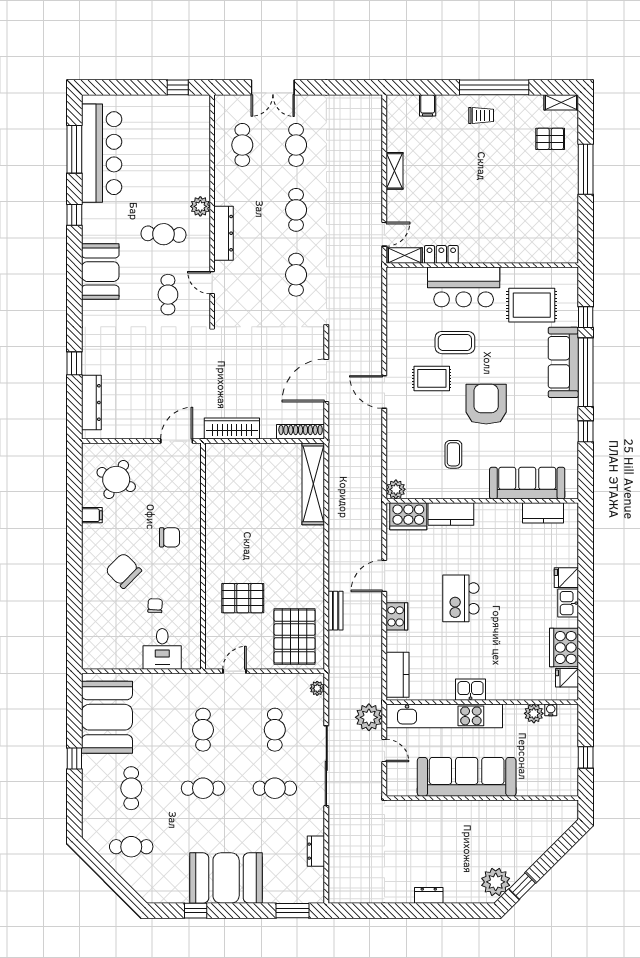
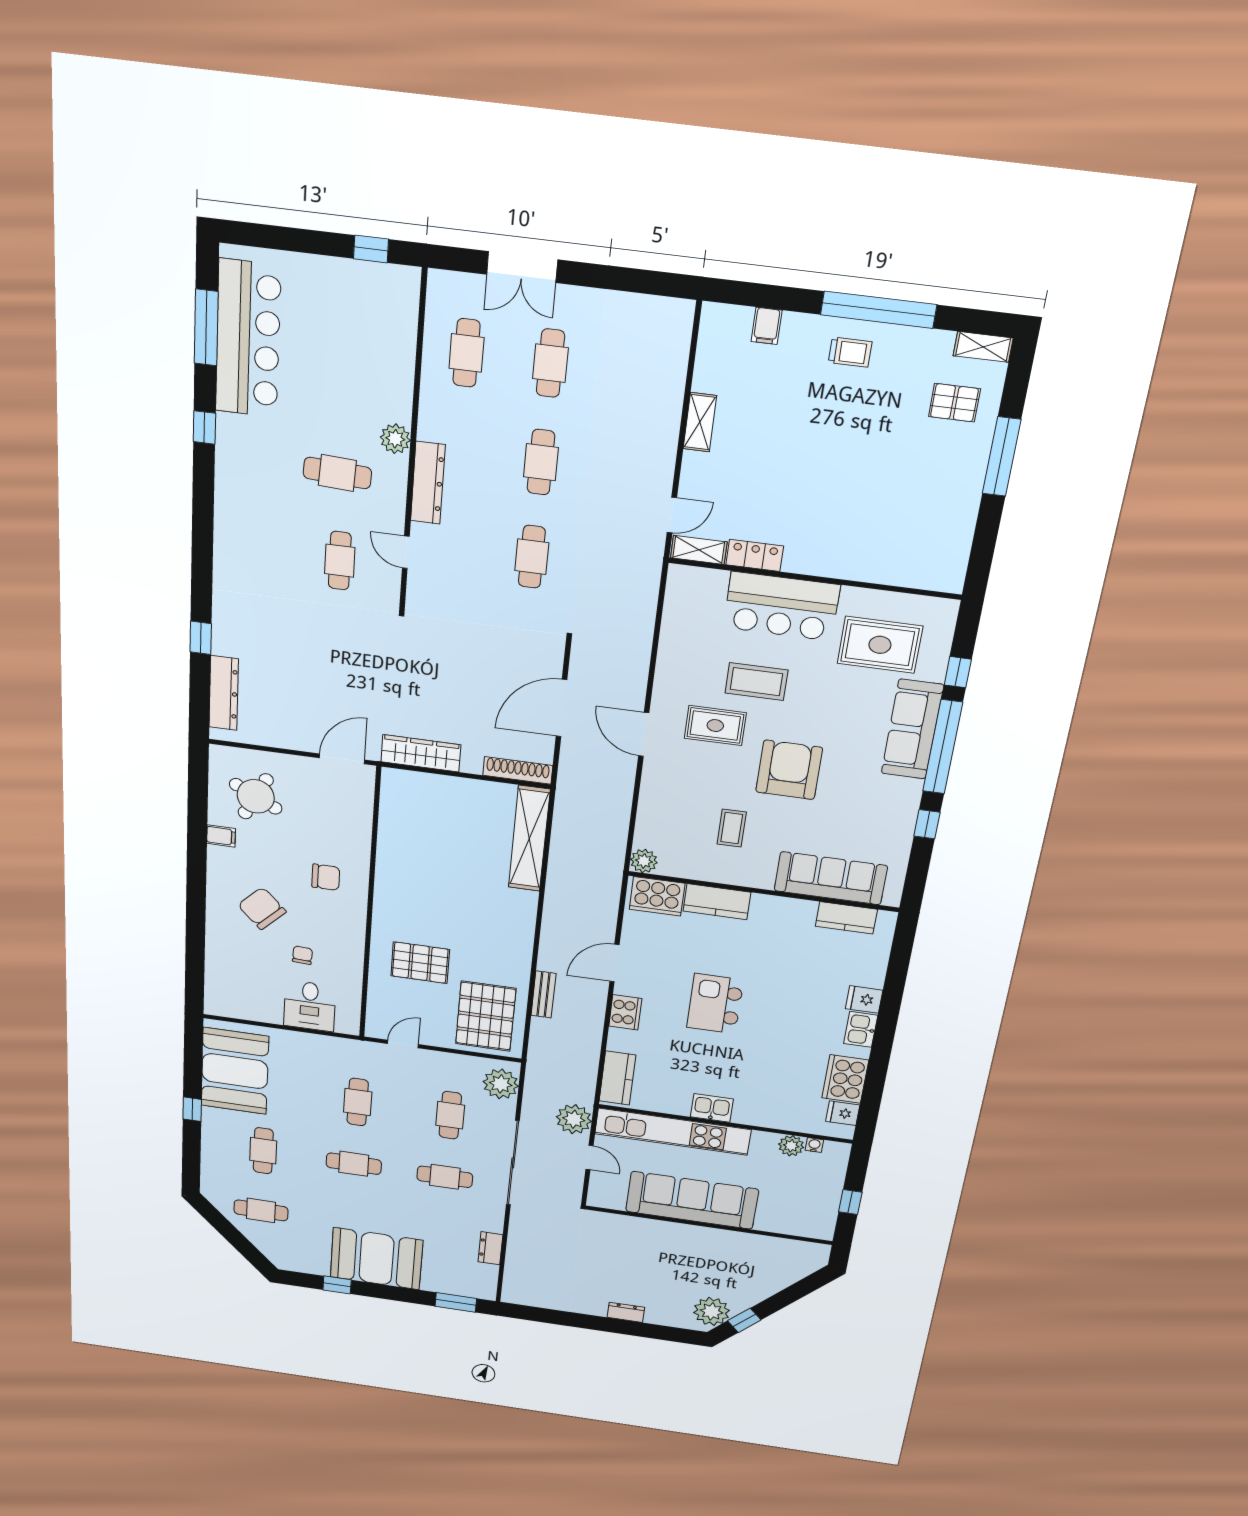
booth: (100, 272) -> (241, 515), removed
plant: (317, 688) -> (501, 1084), width x1.88, depth x1.88

